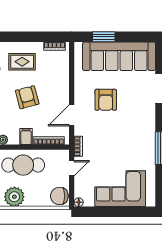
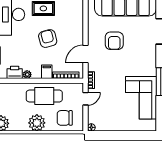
corner sofa: (120, 189) -> (141, 98), moved, turned -90
chair: (59, 196) -> (65, 118), moved

